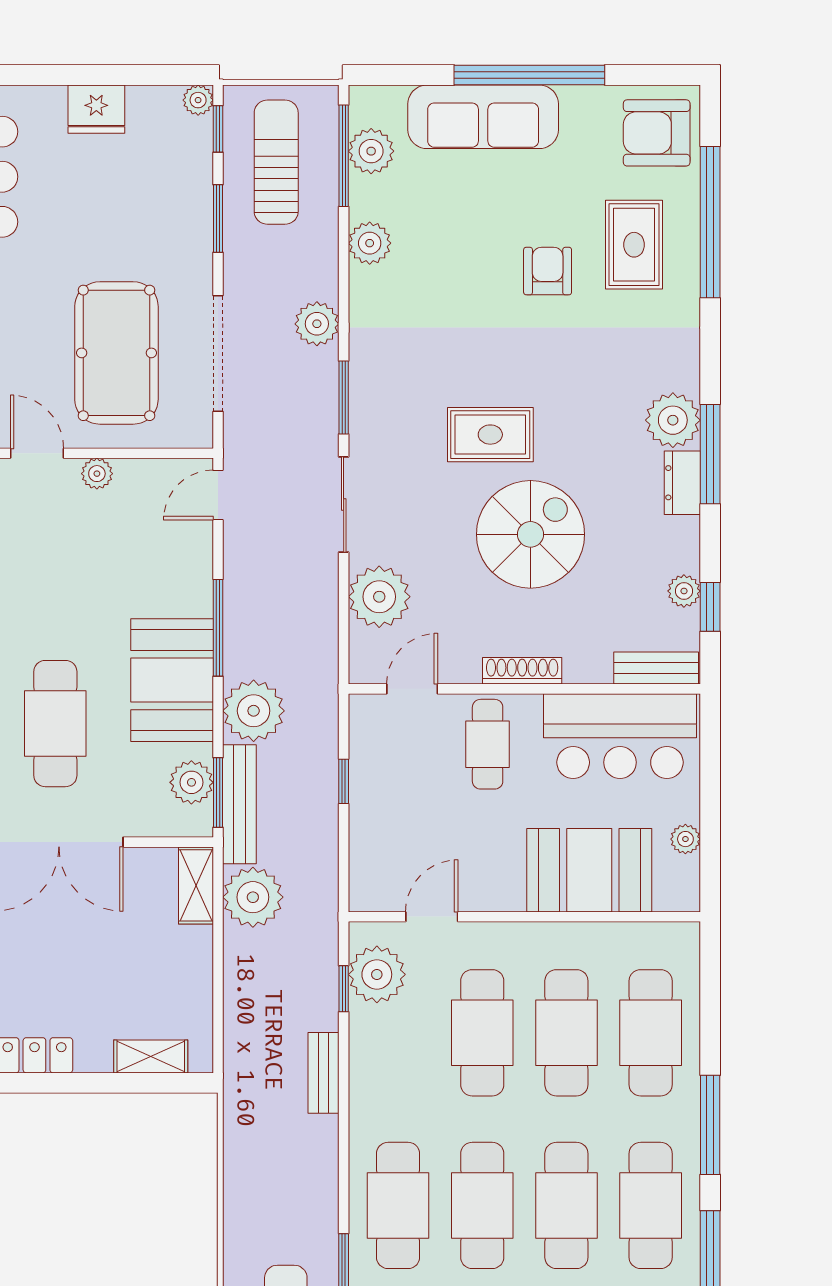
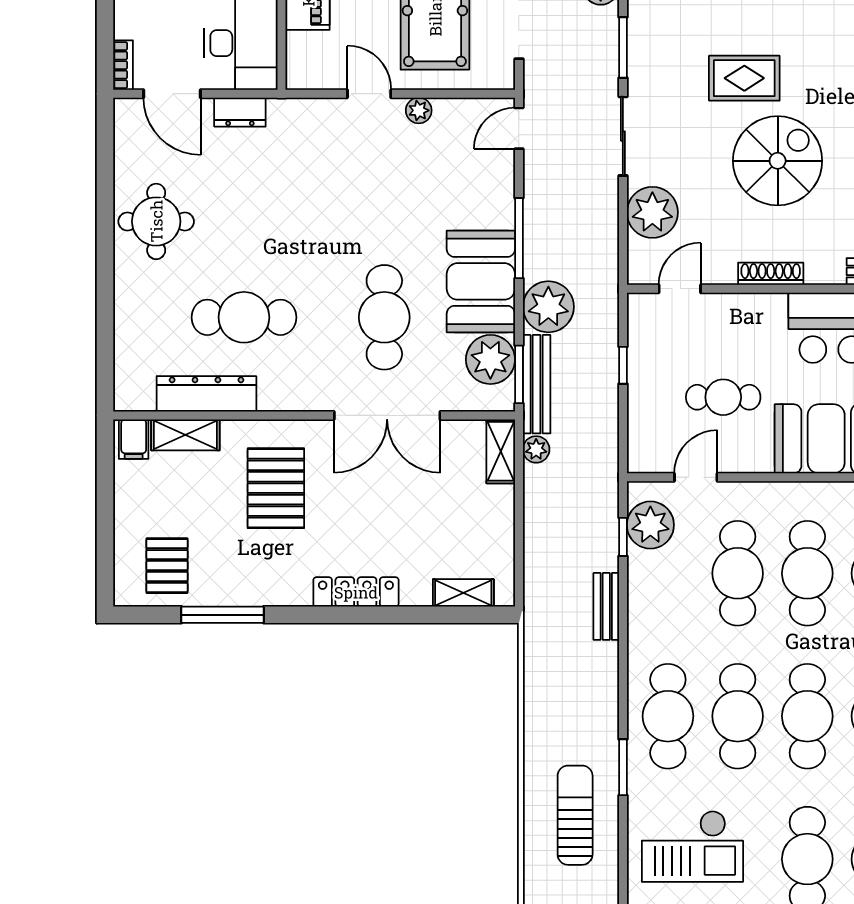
cafe table: (488, 744) -> (723, 397), moved, turned 90
plant: (191, 782) -> (490, 359), width x1.36, depth x1.36
plant: (253, 897) -> (536, 449), width x0.53, depth x0.53

